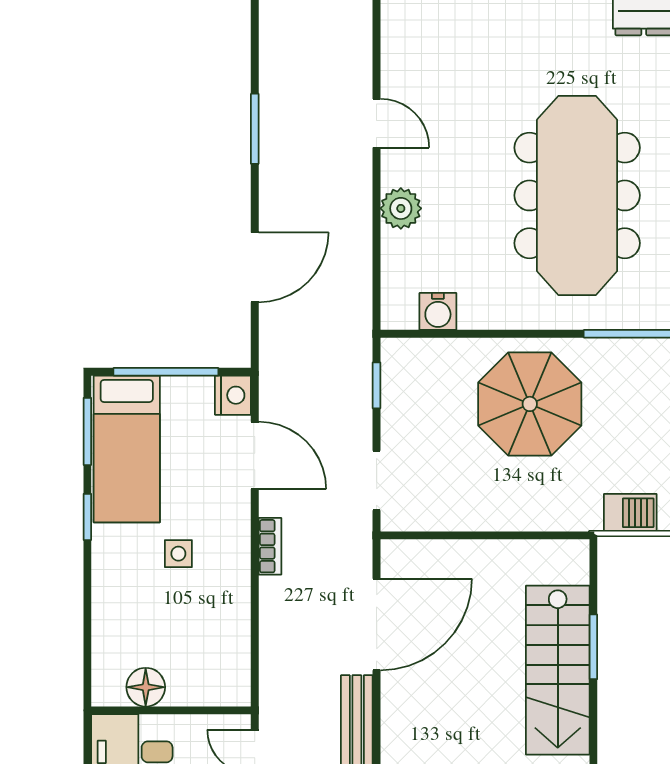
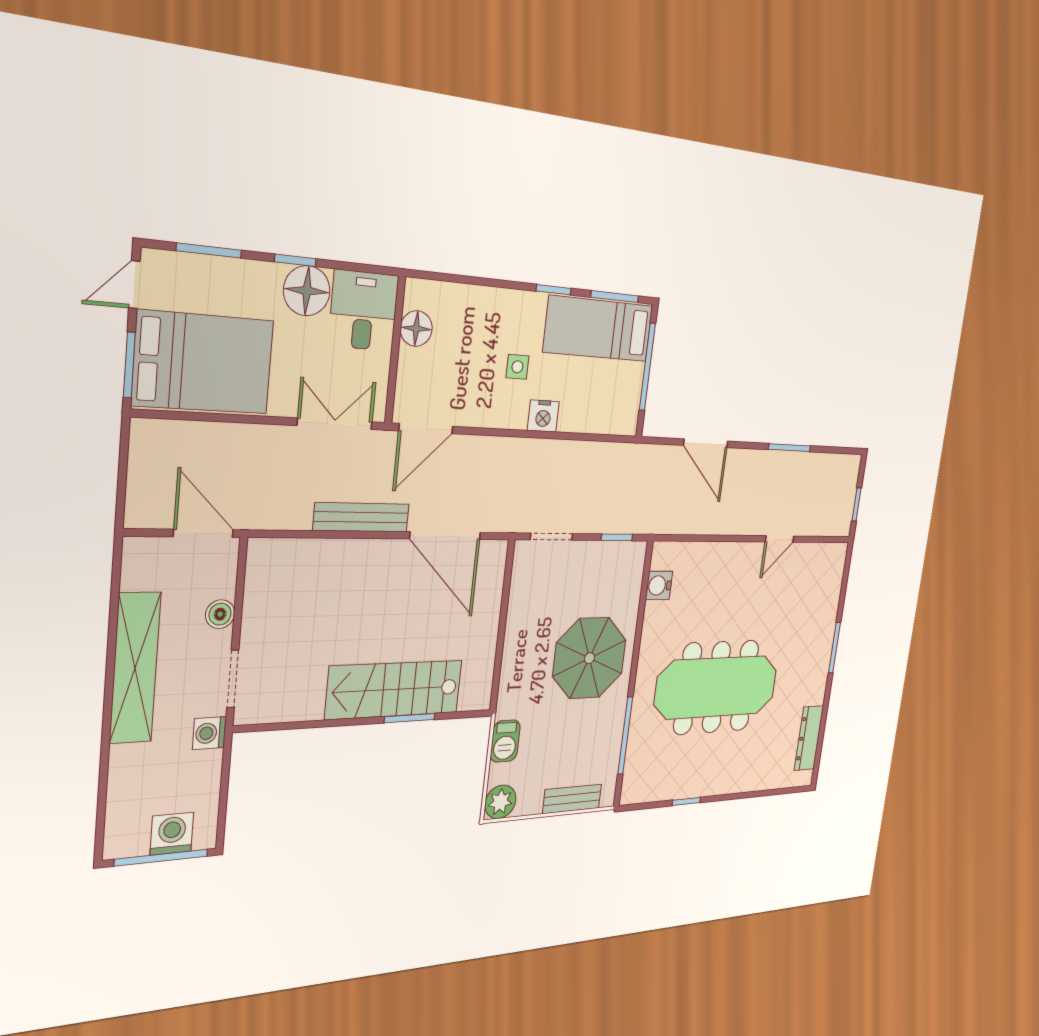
plant: (401, 208) -> (727, 557), removed
nightstand: (233, 395) -> (543, 416), moved
door: (255, 455) -> (426, 429), moved
bookcase: (270, 546) -> (514, 446), removed

